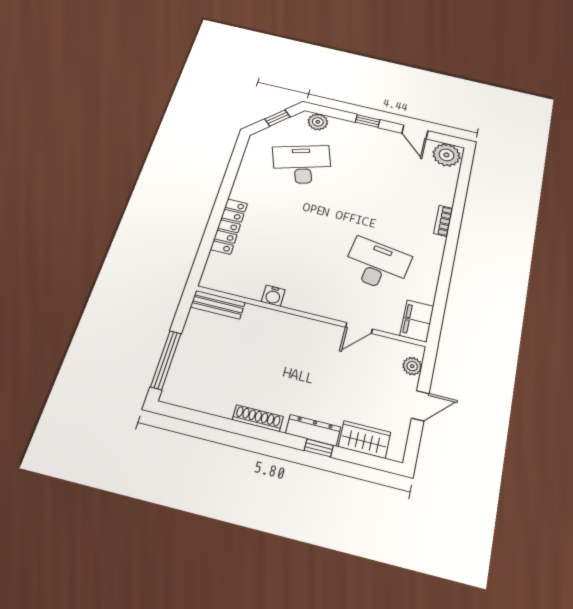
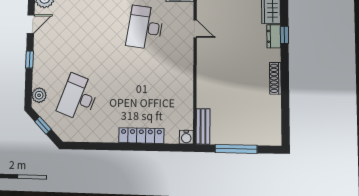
desk: (302, 164) -> (78, 97), turned 39
water cooler: (273, 296) -> (186, 137), moved, turned 90
window: (166, 360) -> (236, 149), moved
dresser: (313, 430) -> (274, 36), width x0.70

